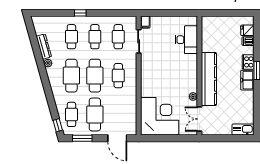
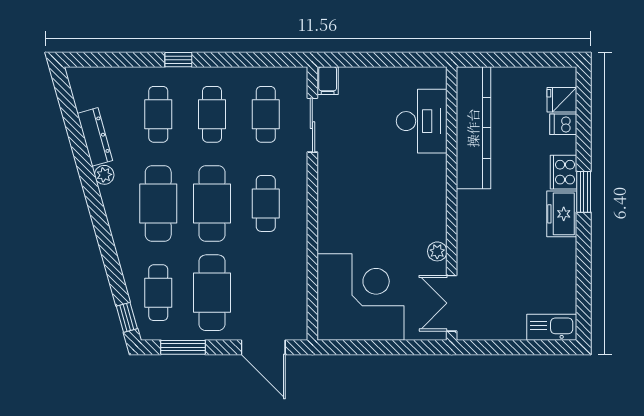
kitchen counter: (209, 79) -> (473, 128), moved

